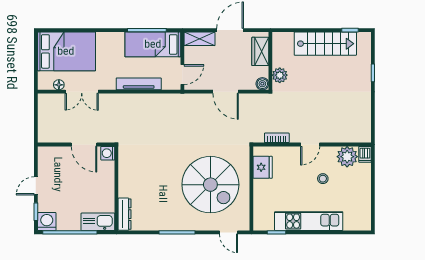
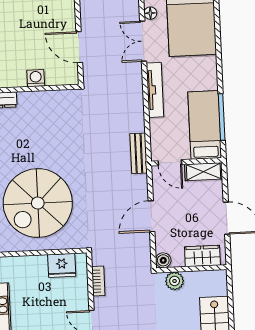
shelving: (199, 39) -> (204, 172), moved, turned 90
tv unit: (139, 84) -> (155, 90), moved
bench: (174, 100) -> (139, 153), added
door: (84, 144) -> (79, 47), hinge flipped
washing machine: (108, 153) -> (36, 78), moved

